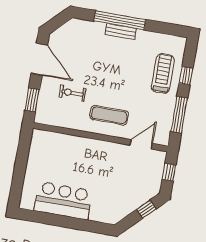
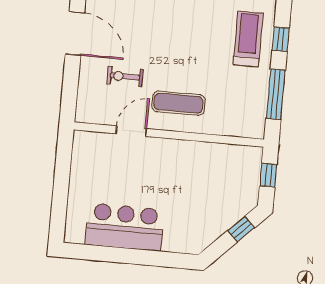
window: (32, 100) -> (70, 91), removed
door: (141, 144) -> (131, 131), moved

